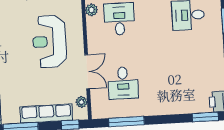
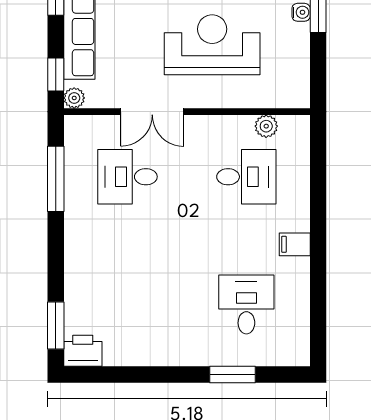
plant: (82, 102) -> (74, 98), moved

